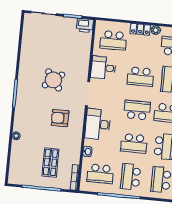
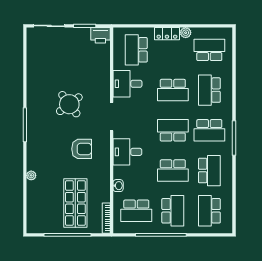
school desk: (113, 40) -> (136, 50), turned 90
armchair: (60, 118) -> (82, 149), turned 180
desk: (98, 124) -> (127, 152), width x0.73
shop shelf: (50, 162) -> (75, 203), width x1.43, depth x1.36
school desk: (131, 177) -> (173, 211), turned 180

